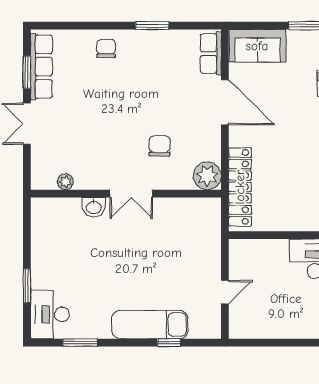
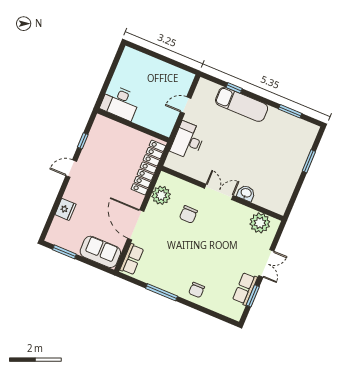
window: (152, 26) -> (162, 292), width x1.44
row of seats: (41, 67) -> (245, 289), width x0.68
plant: (207, 176) -> (161, 195), moved
plant: (65, 182) -> (260, 223), width x1.87, depth x1.87
desk: (50, 314) -> (188, 141), moved, turned 180

